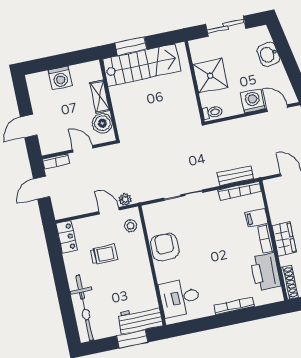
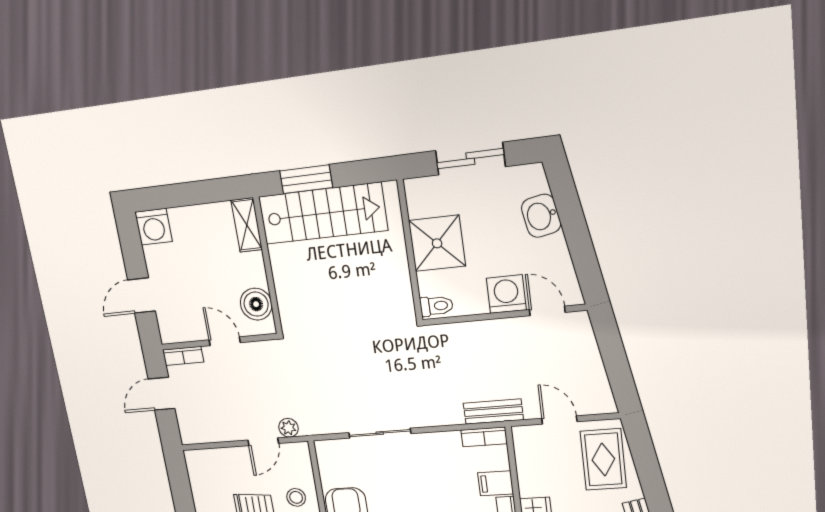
washing machine: (60, 78) -> (154, 227), moved
shelving: (100, 97) -> (247, 225), moved
bench: (236, 176) -> (493, 412), moved
bookcase: (240, 191) -> (484, 437), width x0.64
door: (109, 211) -> (263, 442), swing flipped
stool: (131, 226) -> (296, 497), moved
locker: (67, 237) -> (198, 472), removed

